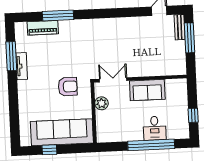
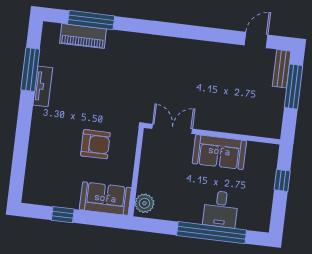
window: (58, 16) -> (91, 20), moved
armchair: (68, 87) -> (95, 144), moved
plant: (101, 103) -> (144, 203), moved
window: (193, 115) -> (282, 180), moved
sofa: (62, 132) -> (105, 199), width x0.54, depth x0.79

